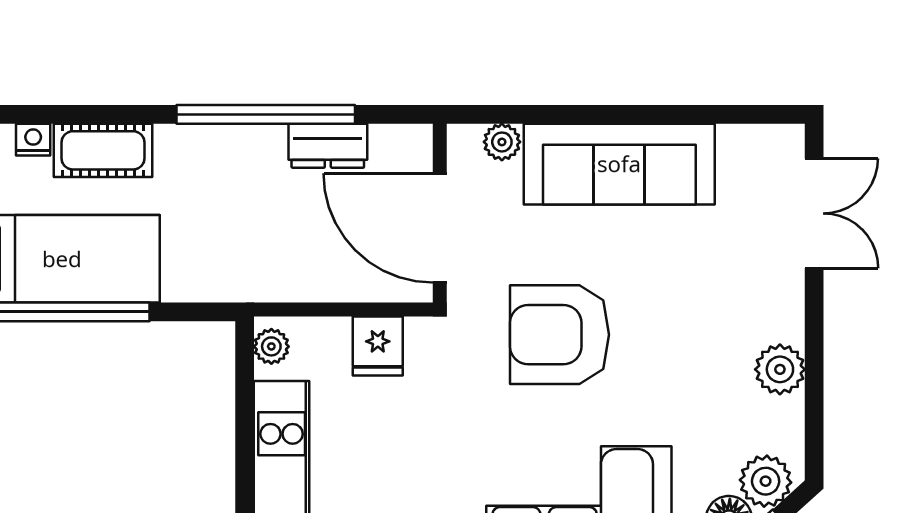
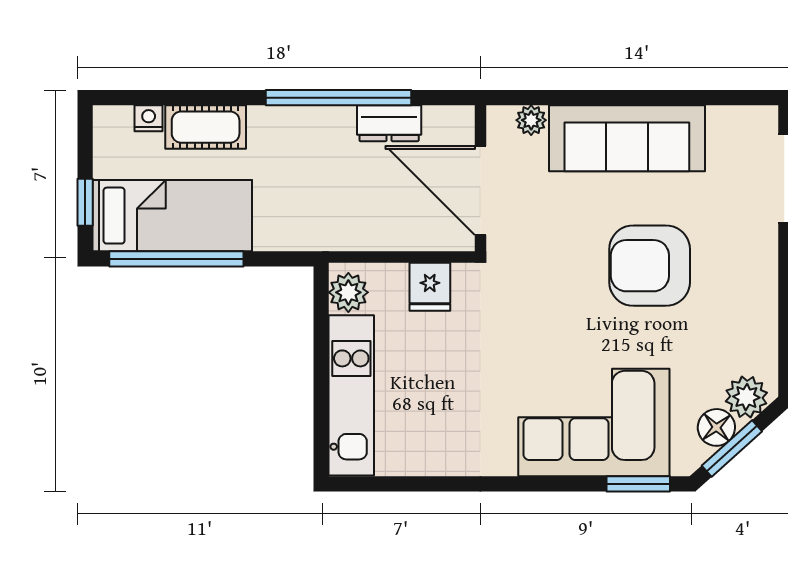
armchair: (560, 335) -> (650, 266), moved
plant: (271, 346) -> (348, 292), width x1.38, depth x1.38
plant: (780, 369) -> (758, 306), removed

